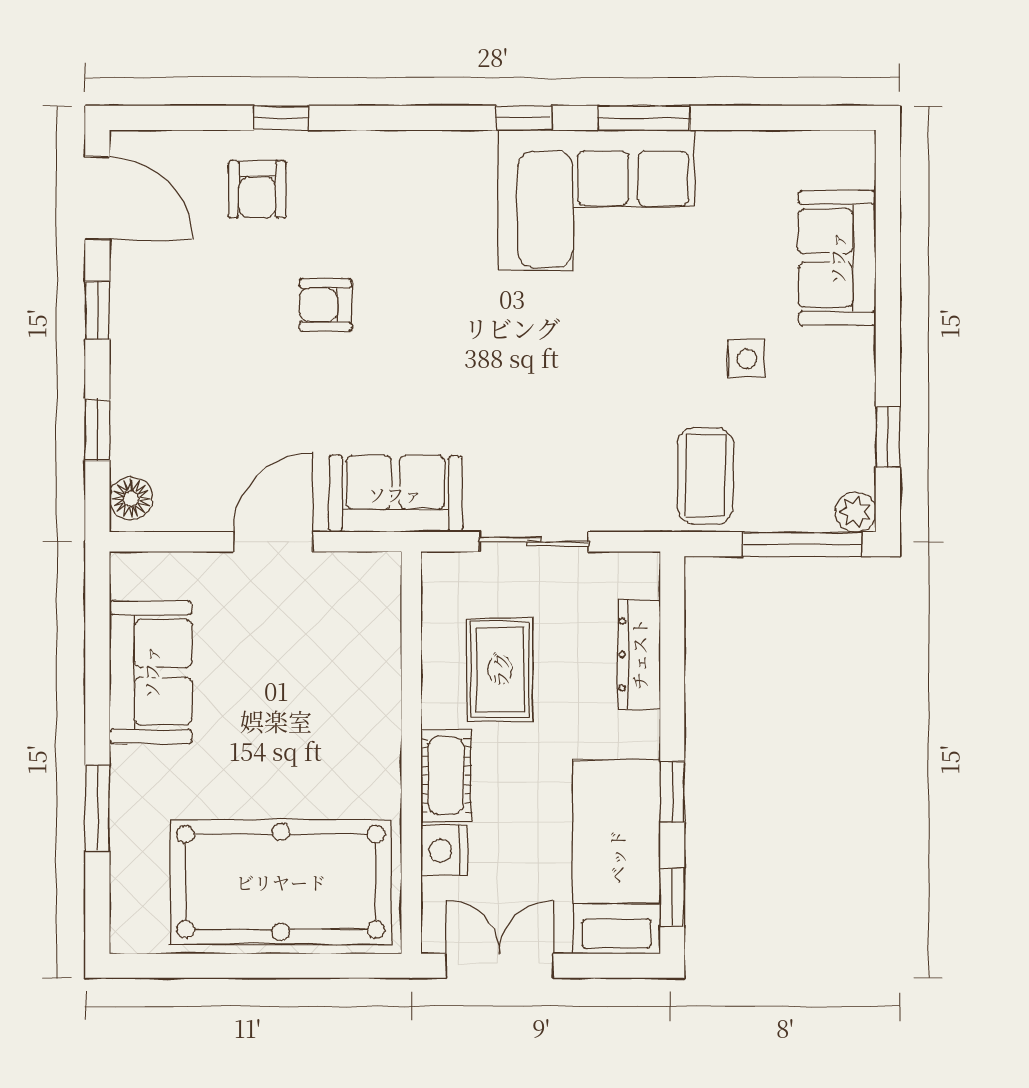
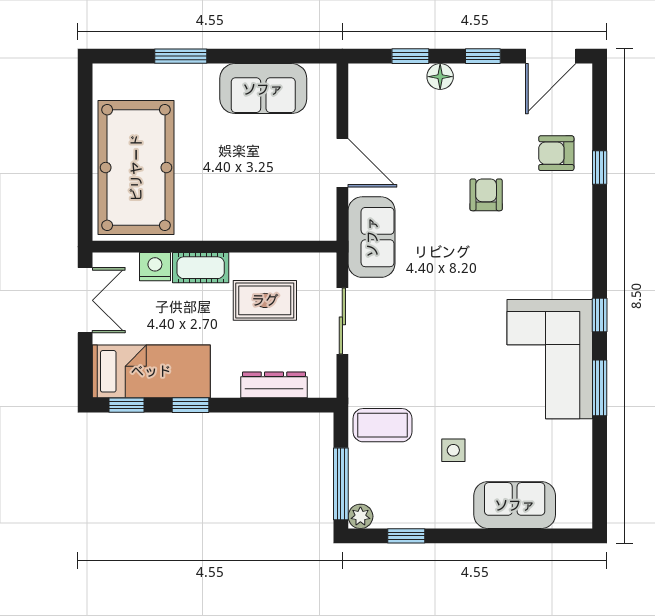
floor lamp: (131, 499) -> (440, 77), moved

